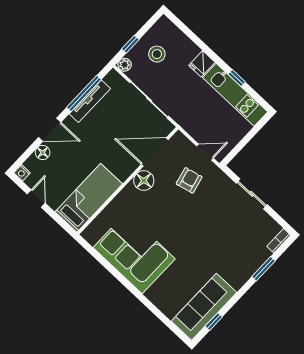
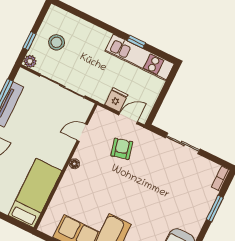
fridge: (202, 64) -> (116, 100), moved, turned 180
door: (155, 152) -> (82, 133), width x0.53
floor lamp: (144, 181) -> (74, 164), width x0.53, depth x0.53

